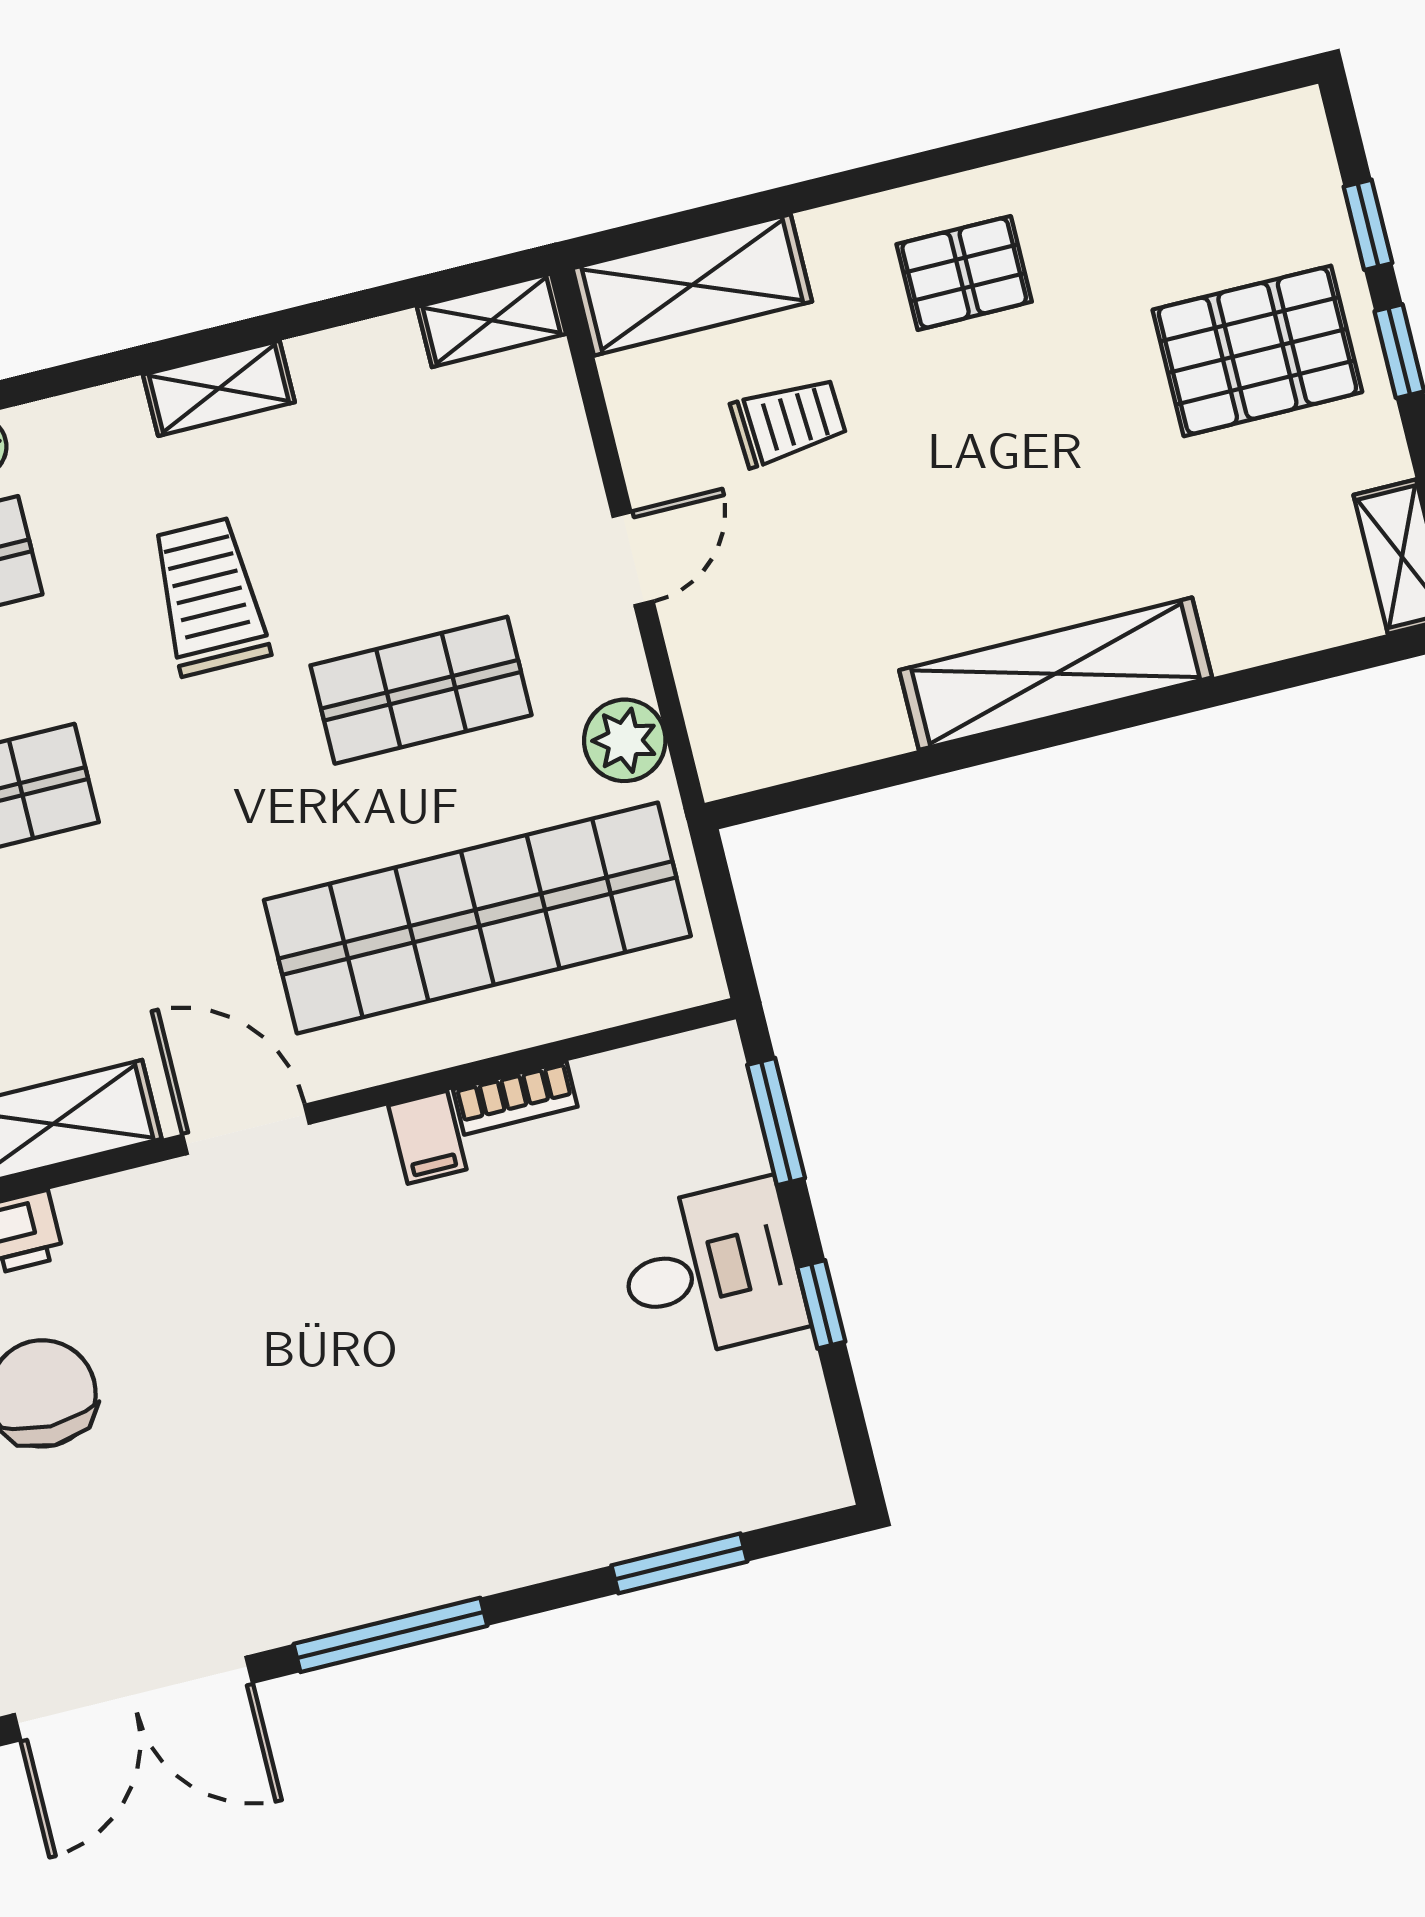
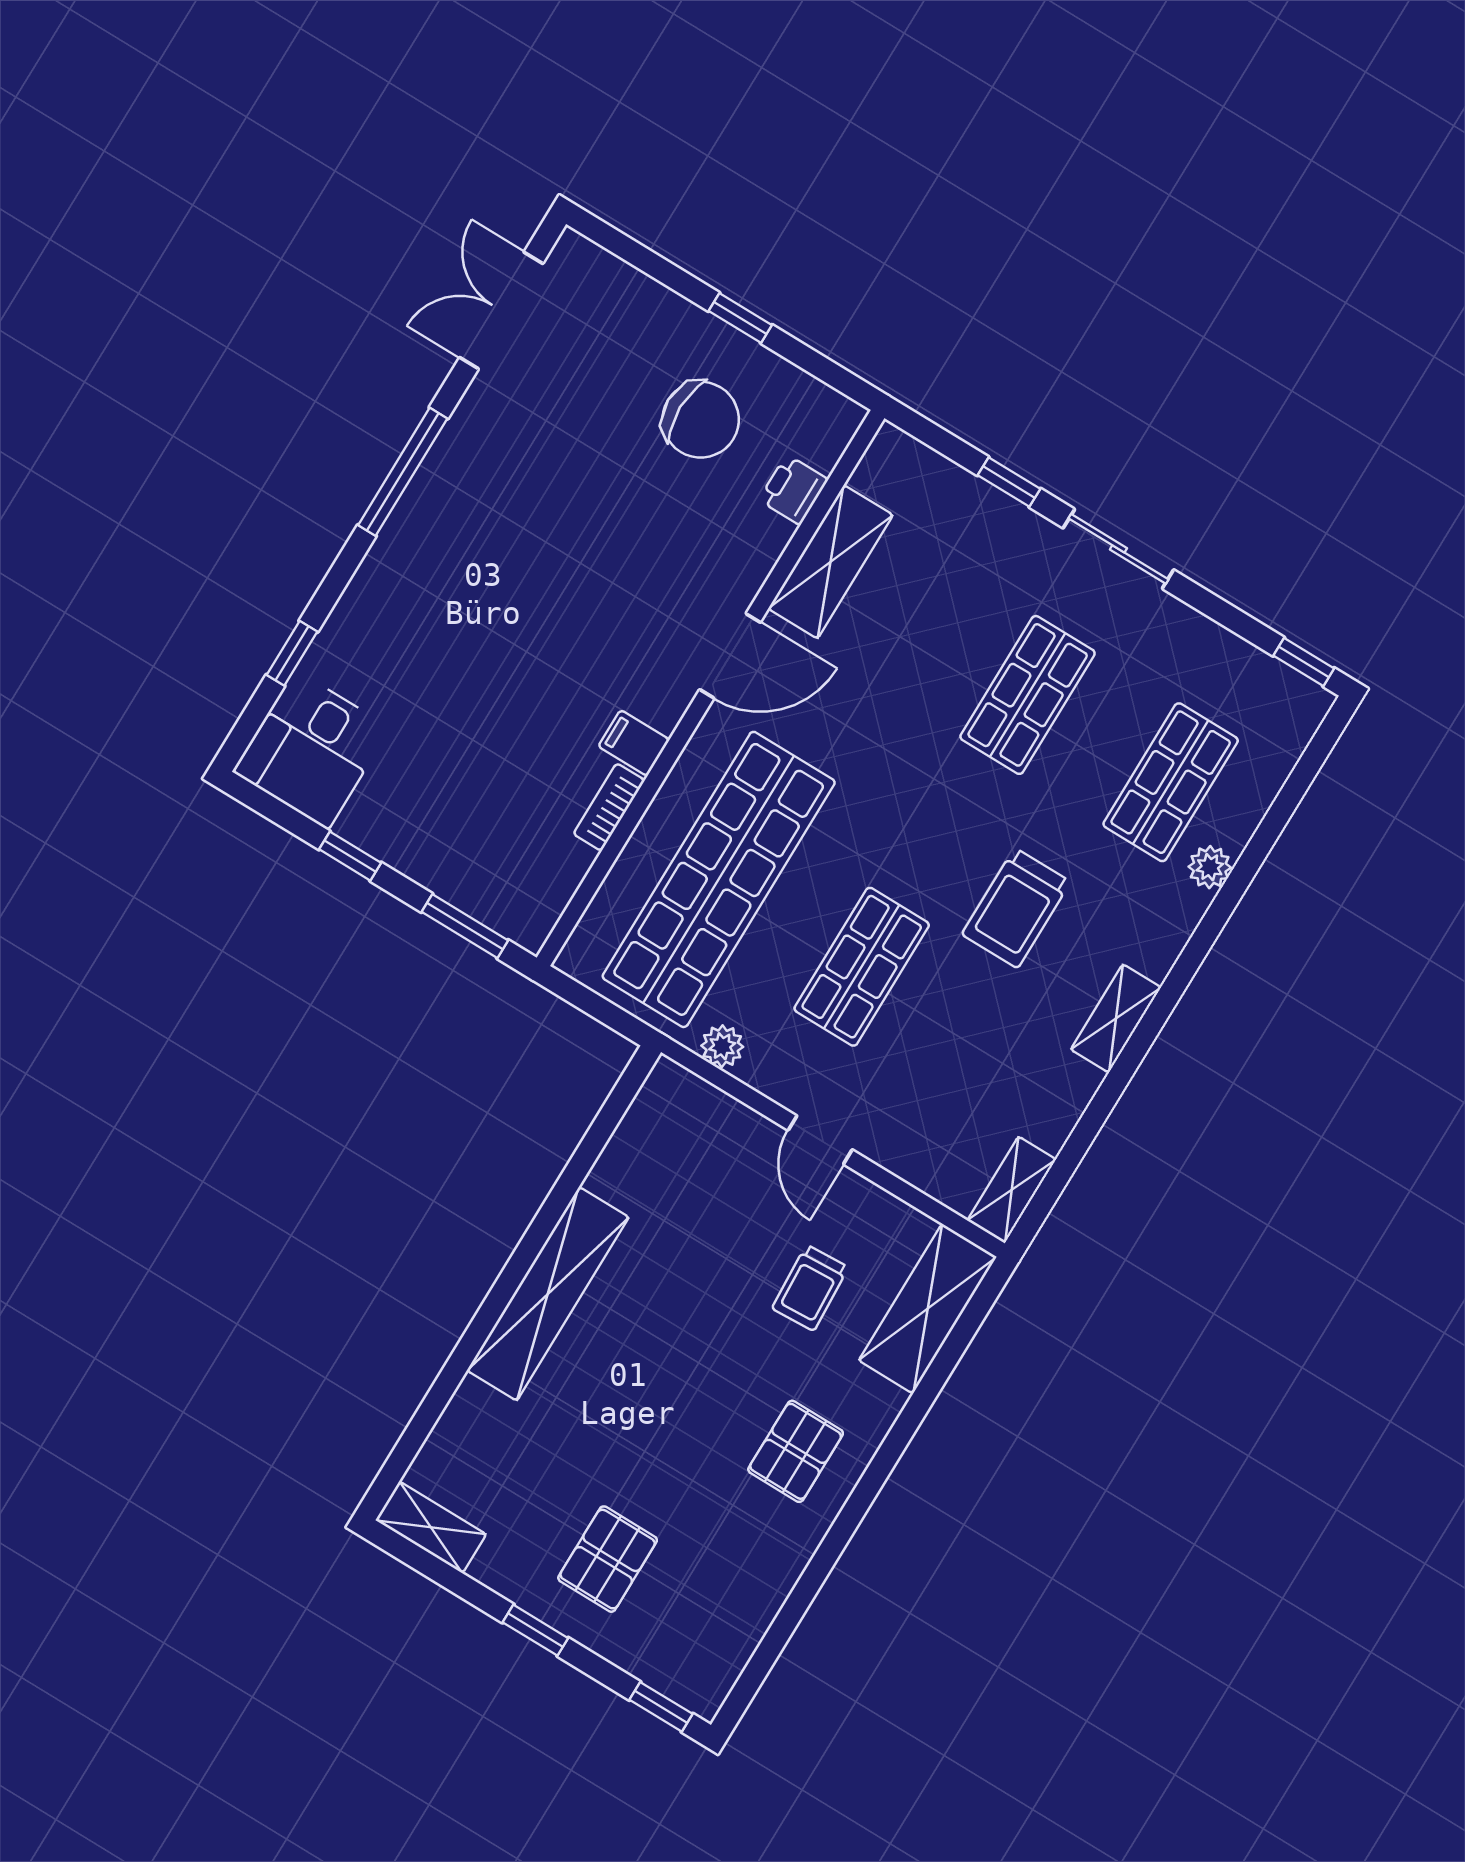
window: (1368, 225) -> (661, 1707), moved
pallet: (1257, 351) -> (608, 1559), width x0.67, depth x0.71
trolley: (209, 597) -> (1016, 908), turned 90
plant: (625, 740) -> (722, 1046), width x0.73, depth x0.73
desk: (711, 1270) -> (312, 750), moved
window: (679, 1563) -> (292, 653), width x0.67
double door: (133, 1699) -> (501, 310), width x0.73

